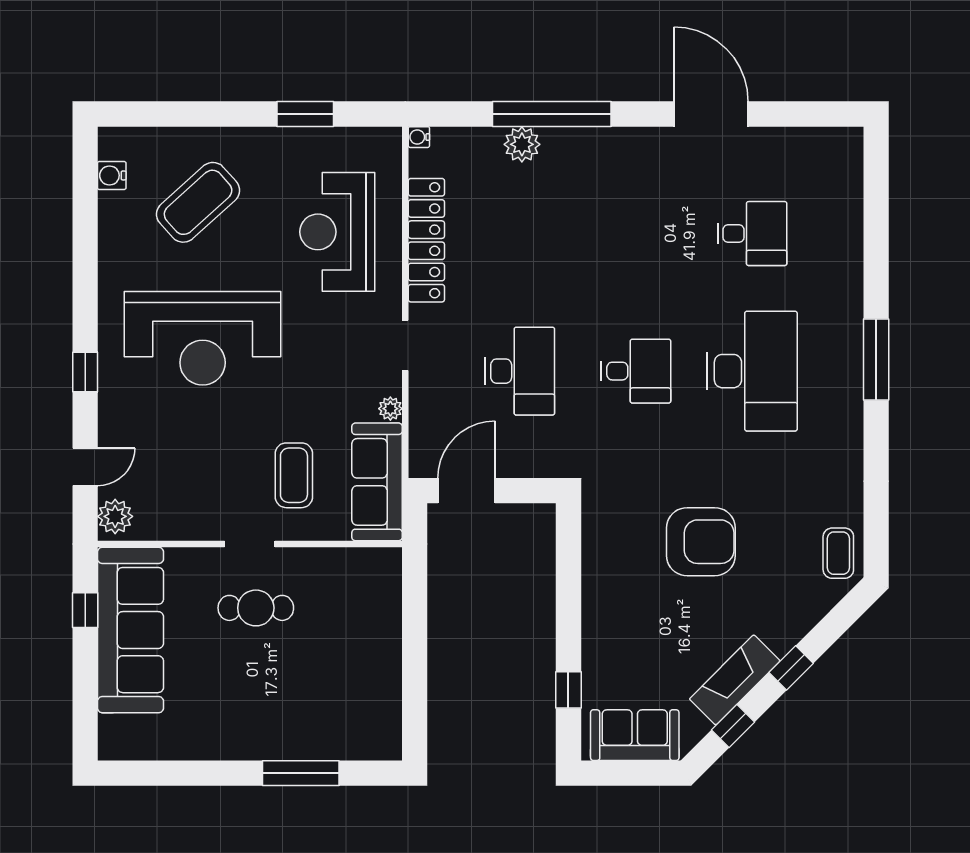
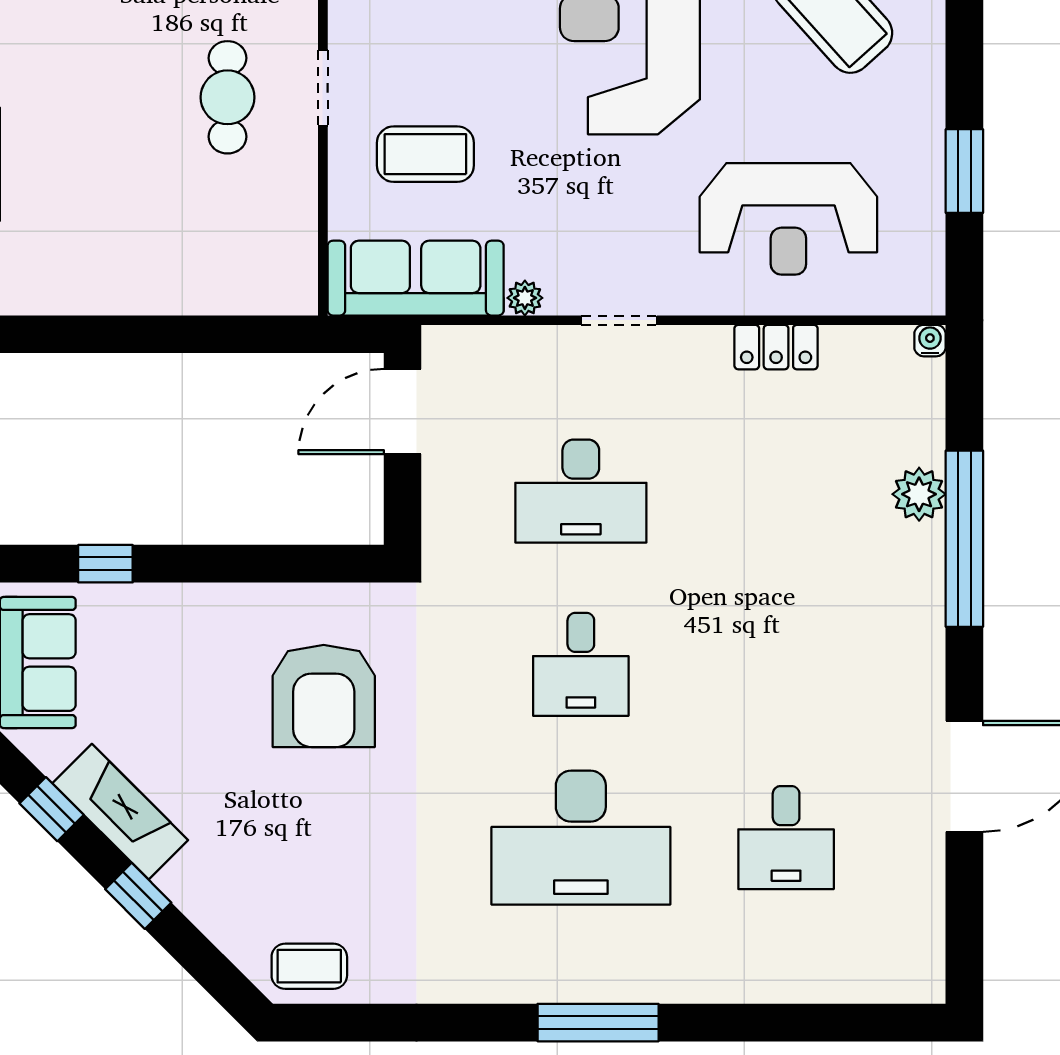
reception desk: (337, 232) -> (788, 219), turned 180
locker: (426, 240) -> (776, 347), width x0.46, depth x0.83
door: (467, 491) -> (402, 412), swing flipped
armchair: (701, 542) -> (324, 696), moved

